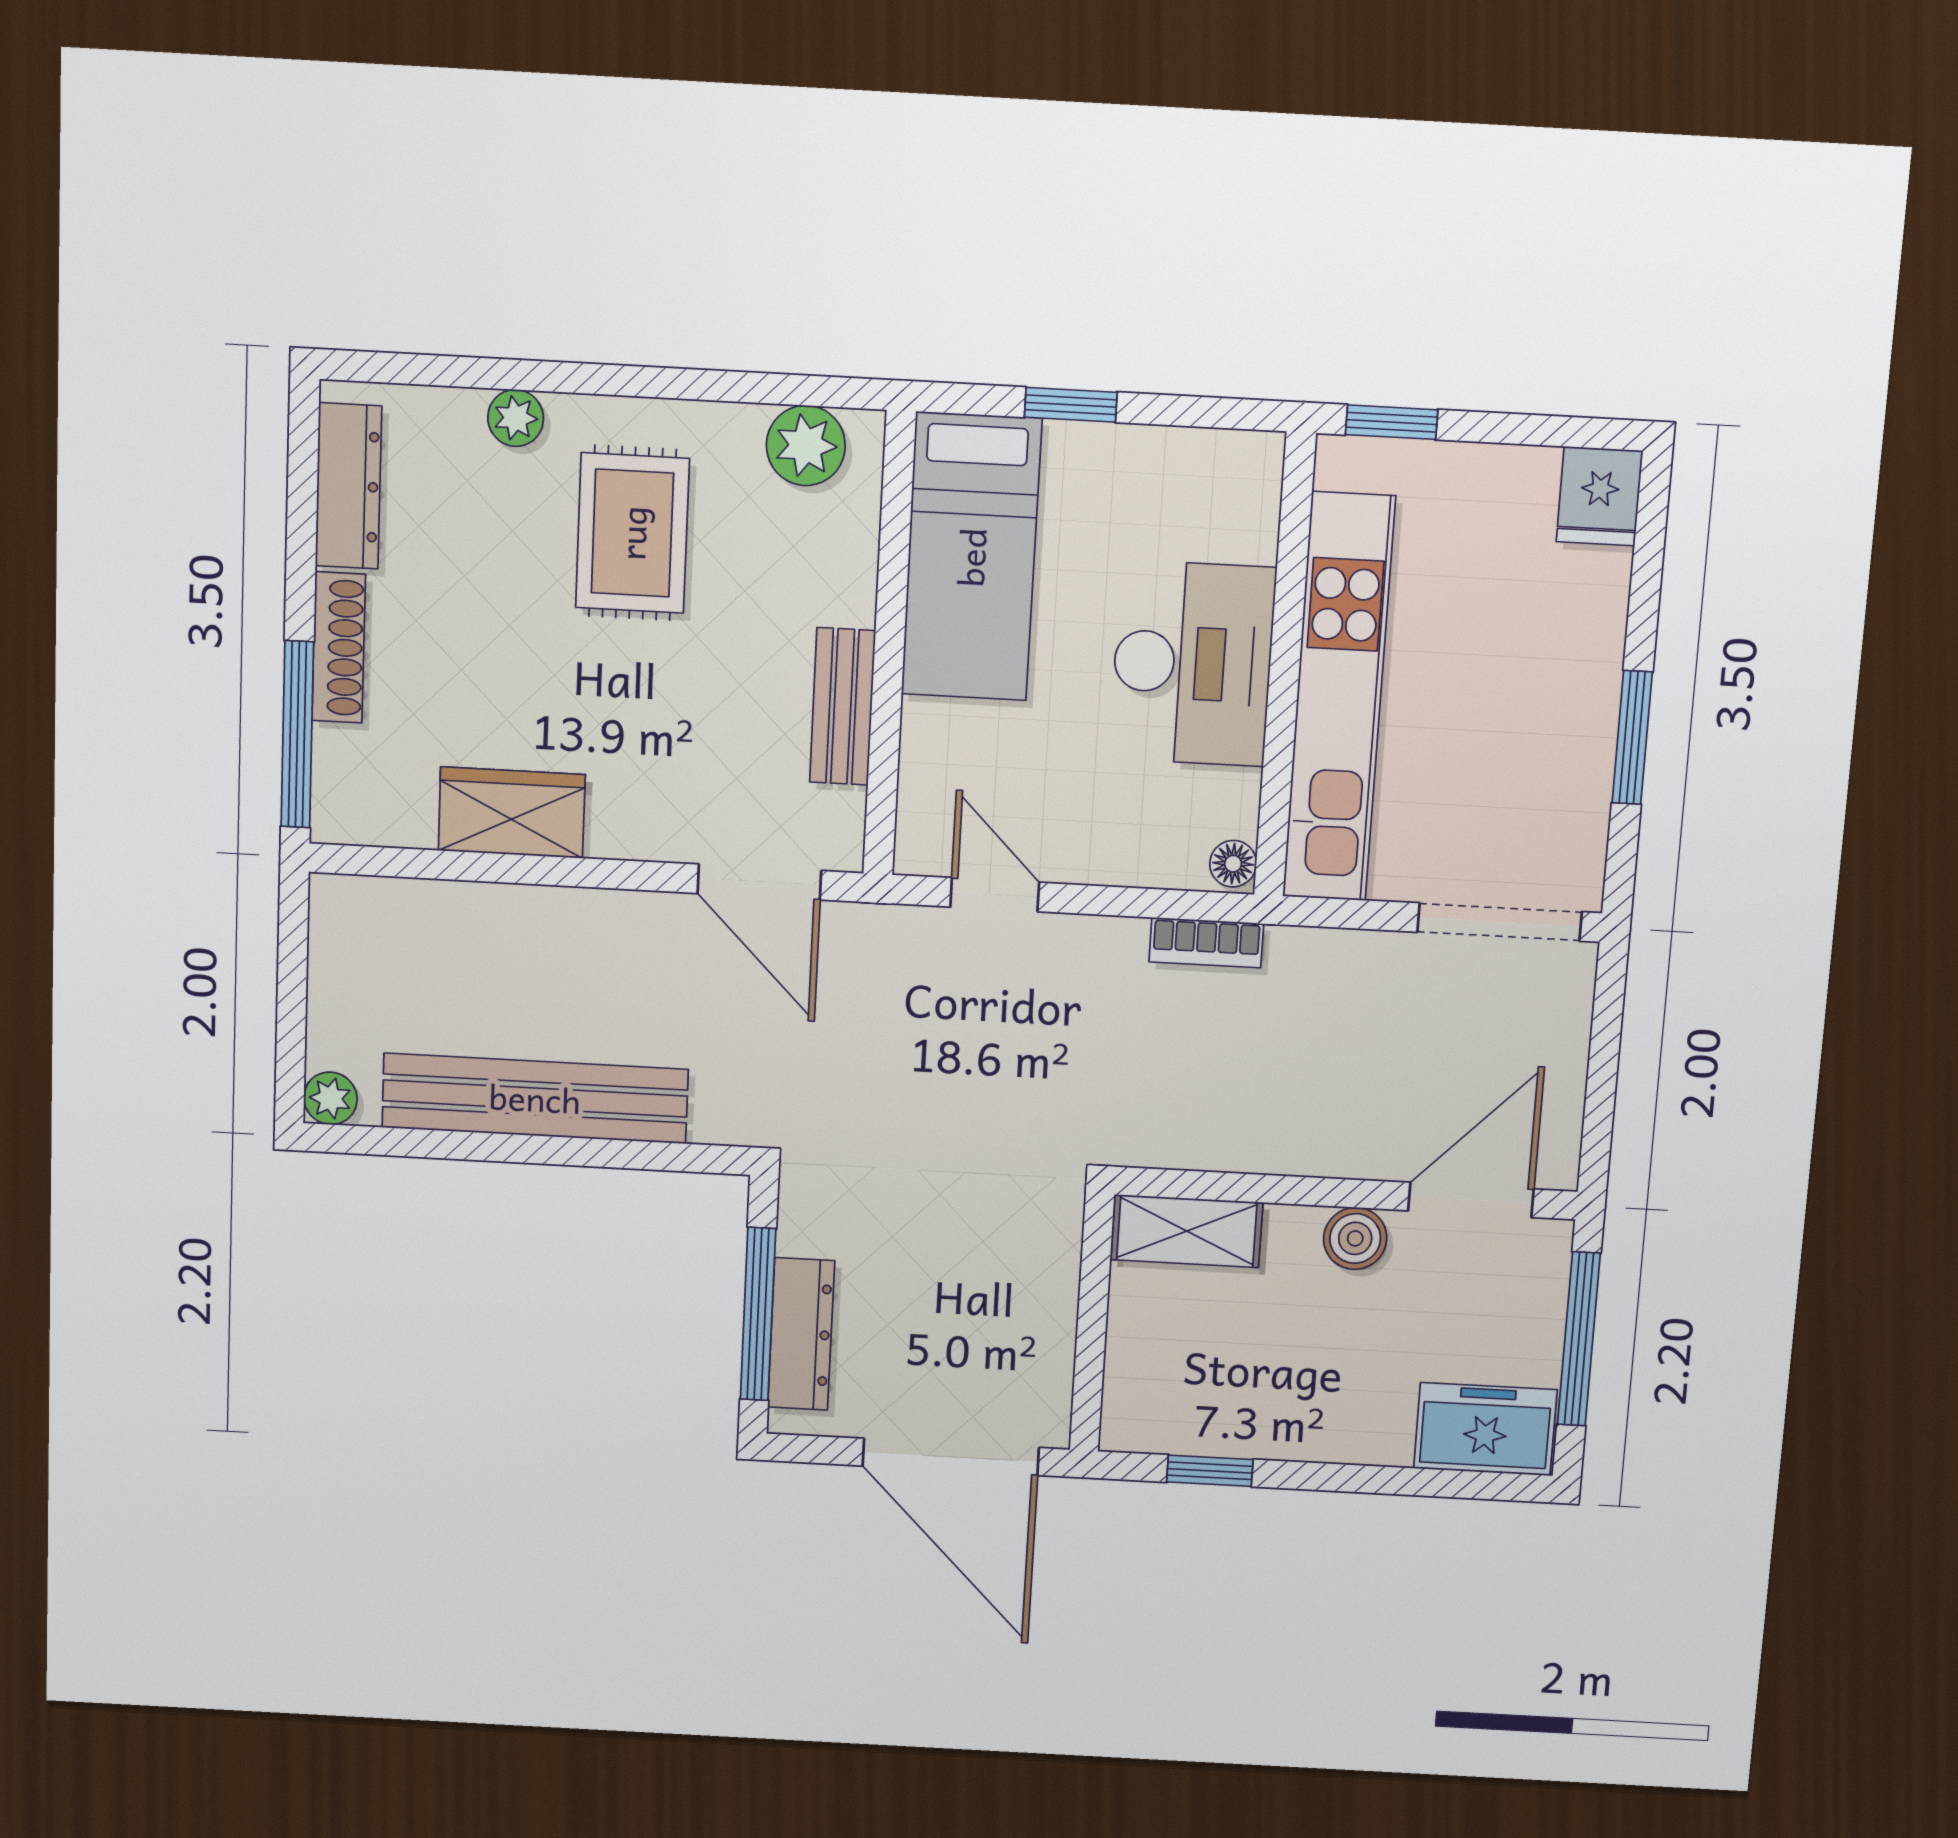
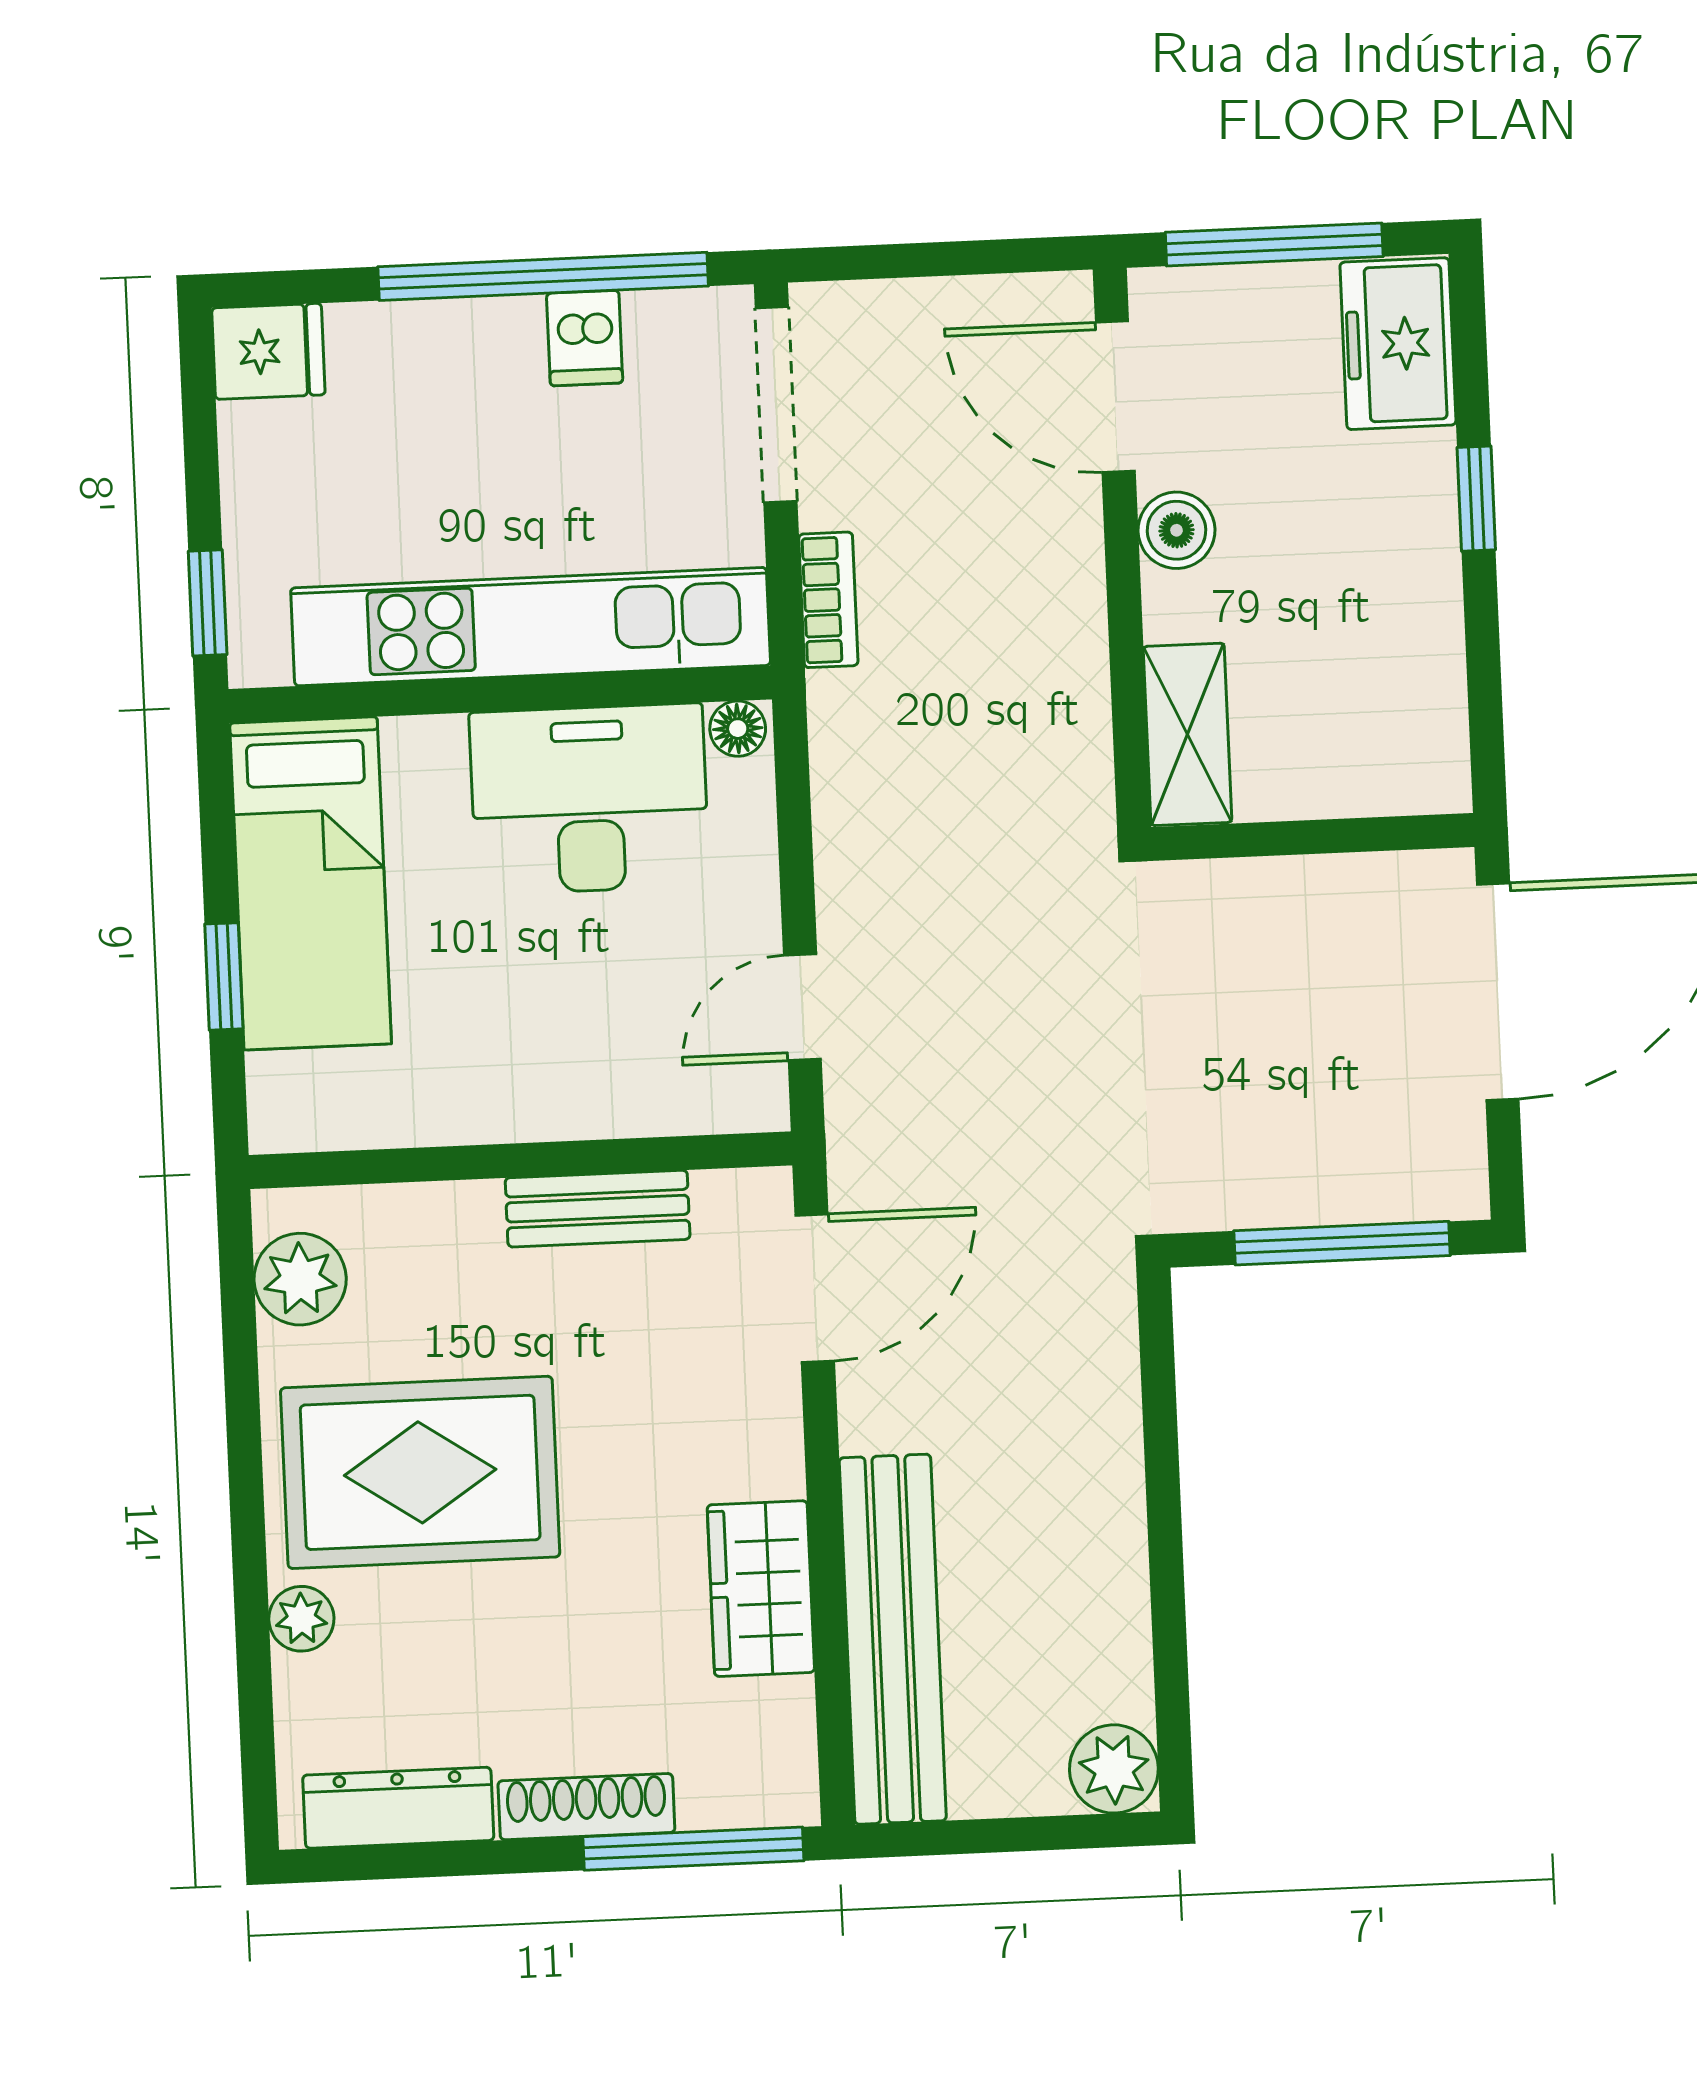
rug: (632, 533) -> (420, 1472), width x1.36, depth x1.43
bed: (971, 557) -> (311, 883), moved, turned 90
desk: (1193, 663) -> (589, 799), moved
window: (1632, 737) -> (543, 276), width x2.11
dishwasher: (1576, 767) -> (585, 338), added
bookcase: (1206, 943) -> (828, 600), moved
plant: (330, 1098) -> (1114, 1769), width x1.38, depth x1.38
bench: (535, 1098) -> (893, 1639), moved
dresser: (801, 1334) -> (1362, 1189), removed
window: (1210, 1471) -> (1476, 499), moved

